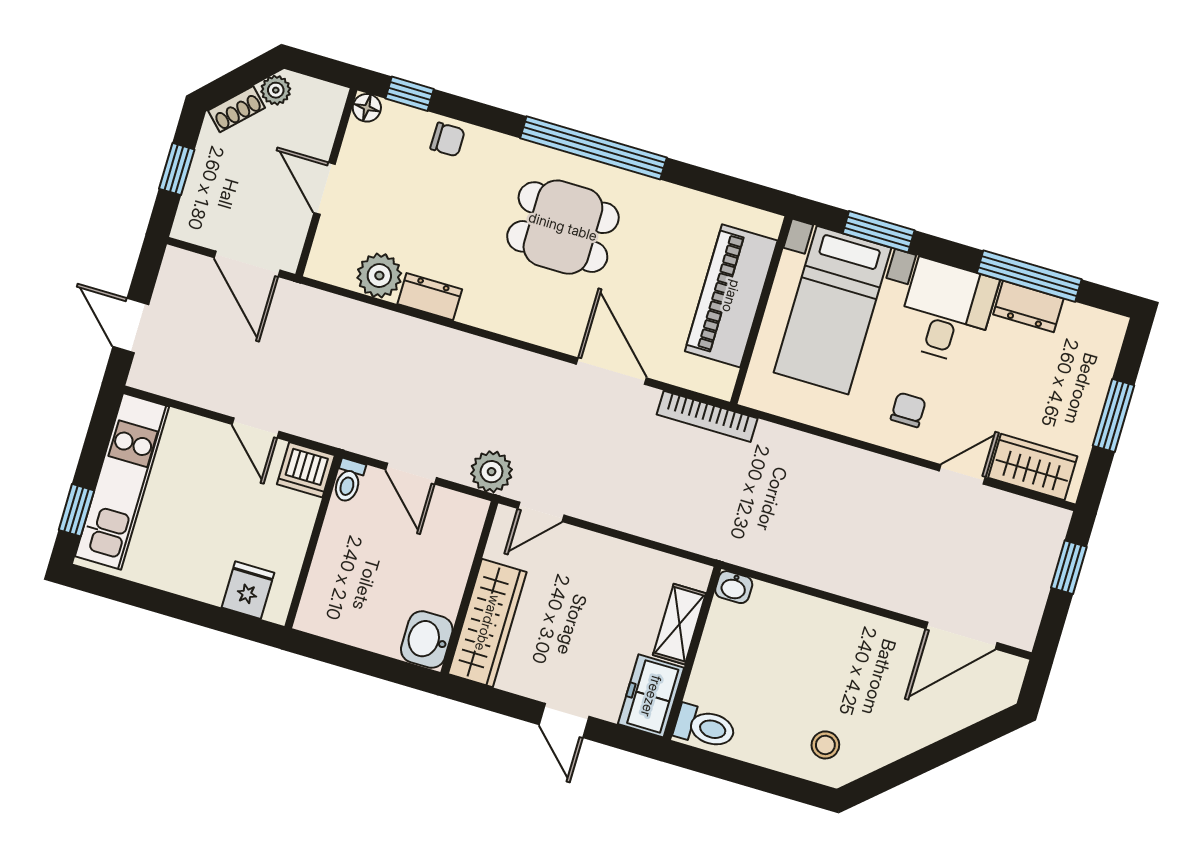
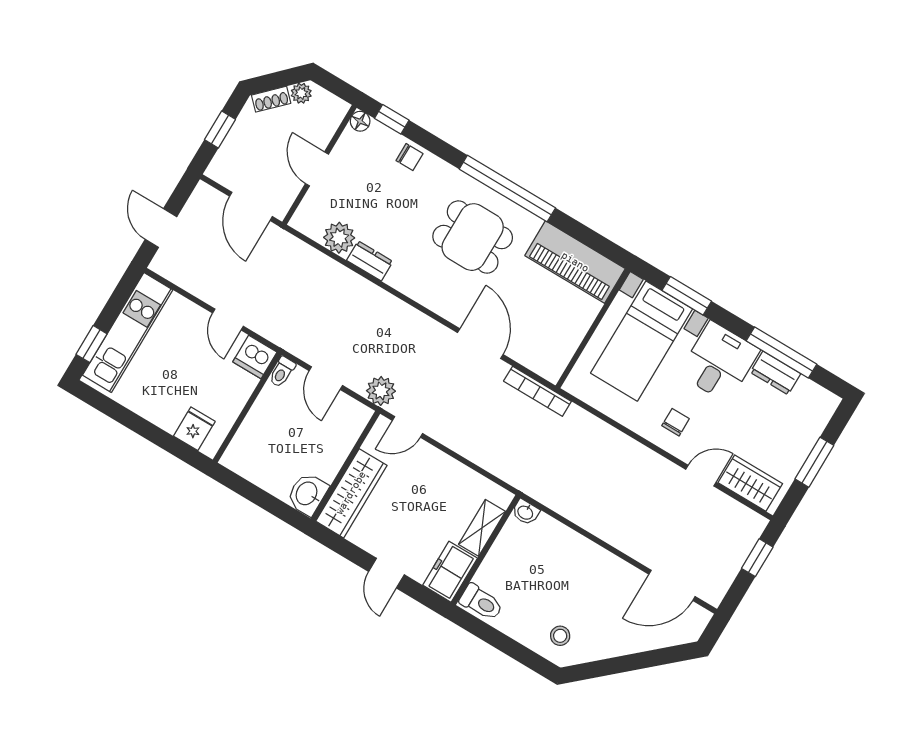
piano: (731, 296) -> (575, 262), moved, turned -90

